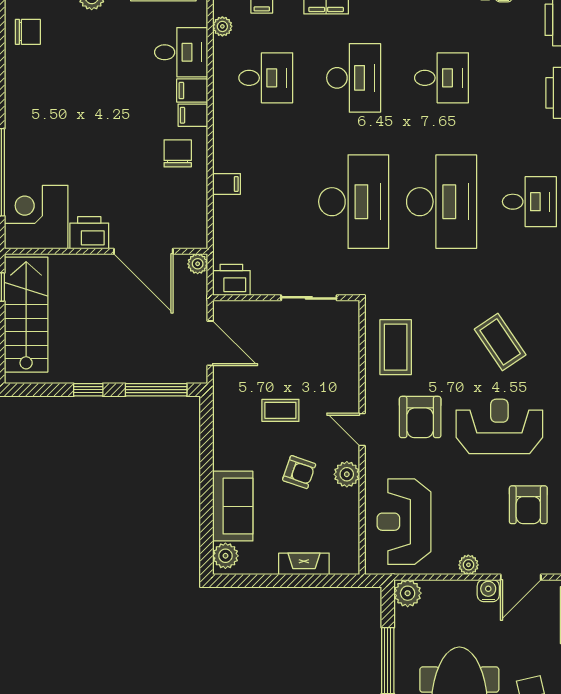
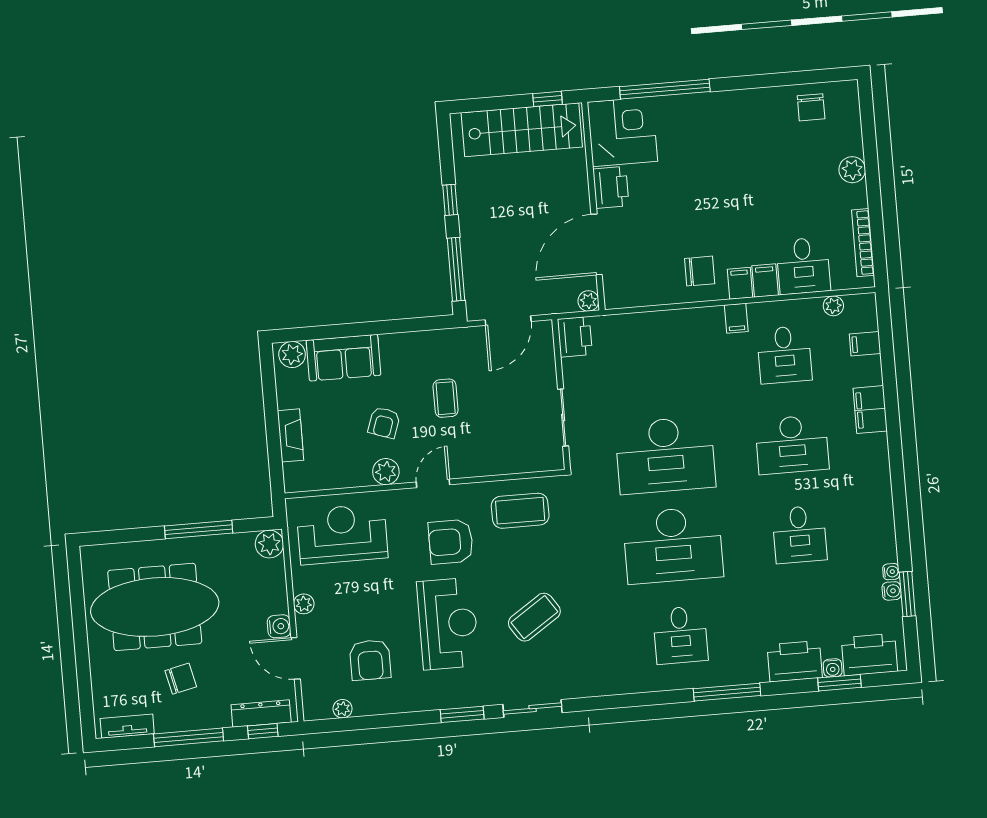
filing cabinet: (227, 184) -> (736, 318), moved
armchair: (528, 505) -> (370, 660), turned -90

